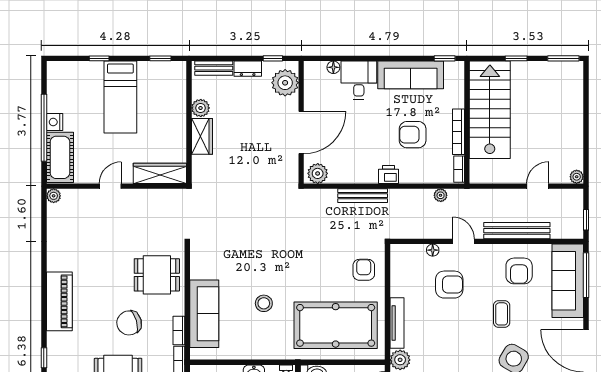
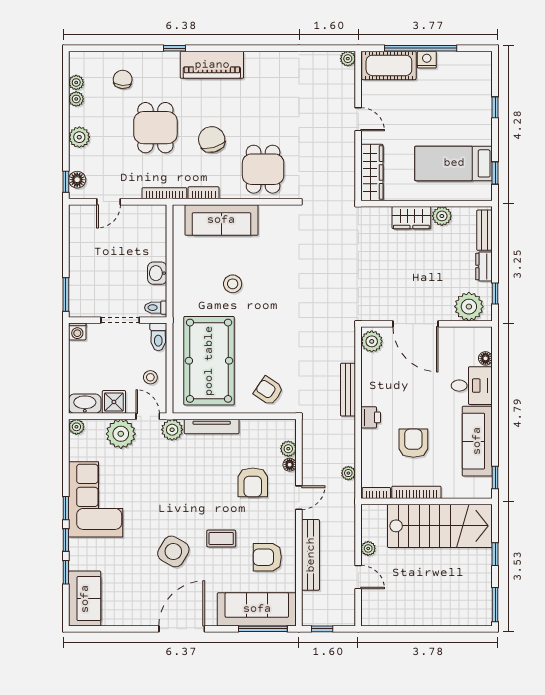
bed: (120, 97) -> (454, 163), moved
plant: (577, 177) -> (368, 548), moved
plant: (418, 251) -> (288, 449), added
armchair: (364, 270) -> (269, 391), turned -146
piano: (59, 301) -> (212, 65), moved

